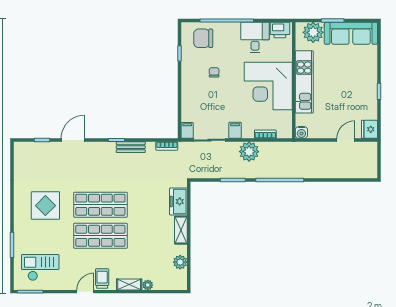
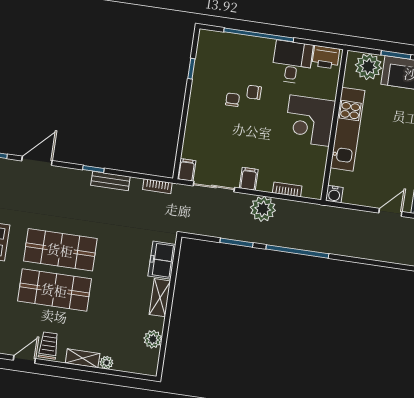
chair: (203, 38) -> (254, 92), moved, width x0.54, depth x0.54
corner desk: (268, 86) -> (310, 121), width x0.74, depth x0.74

